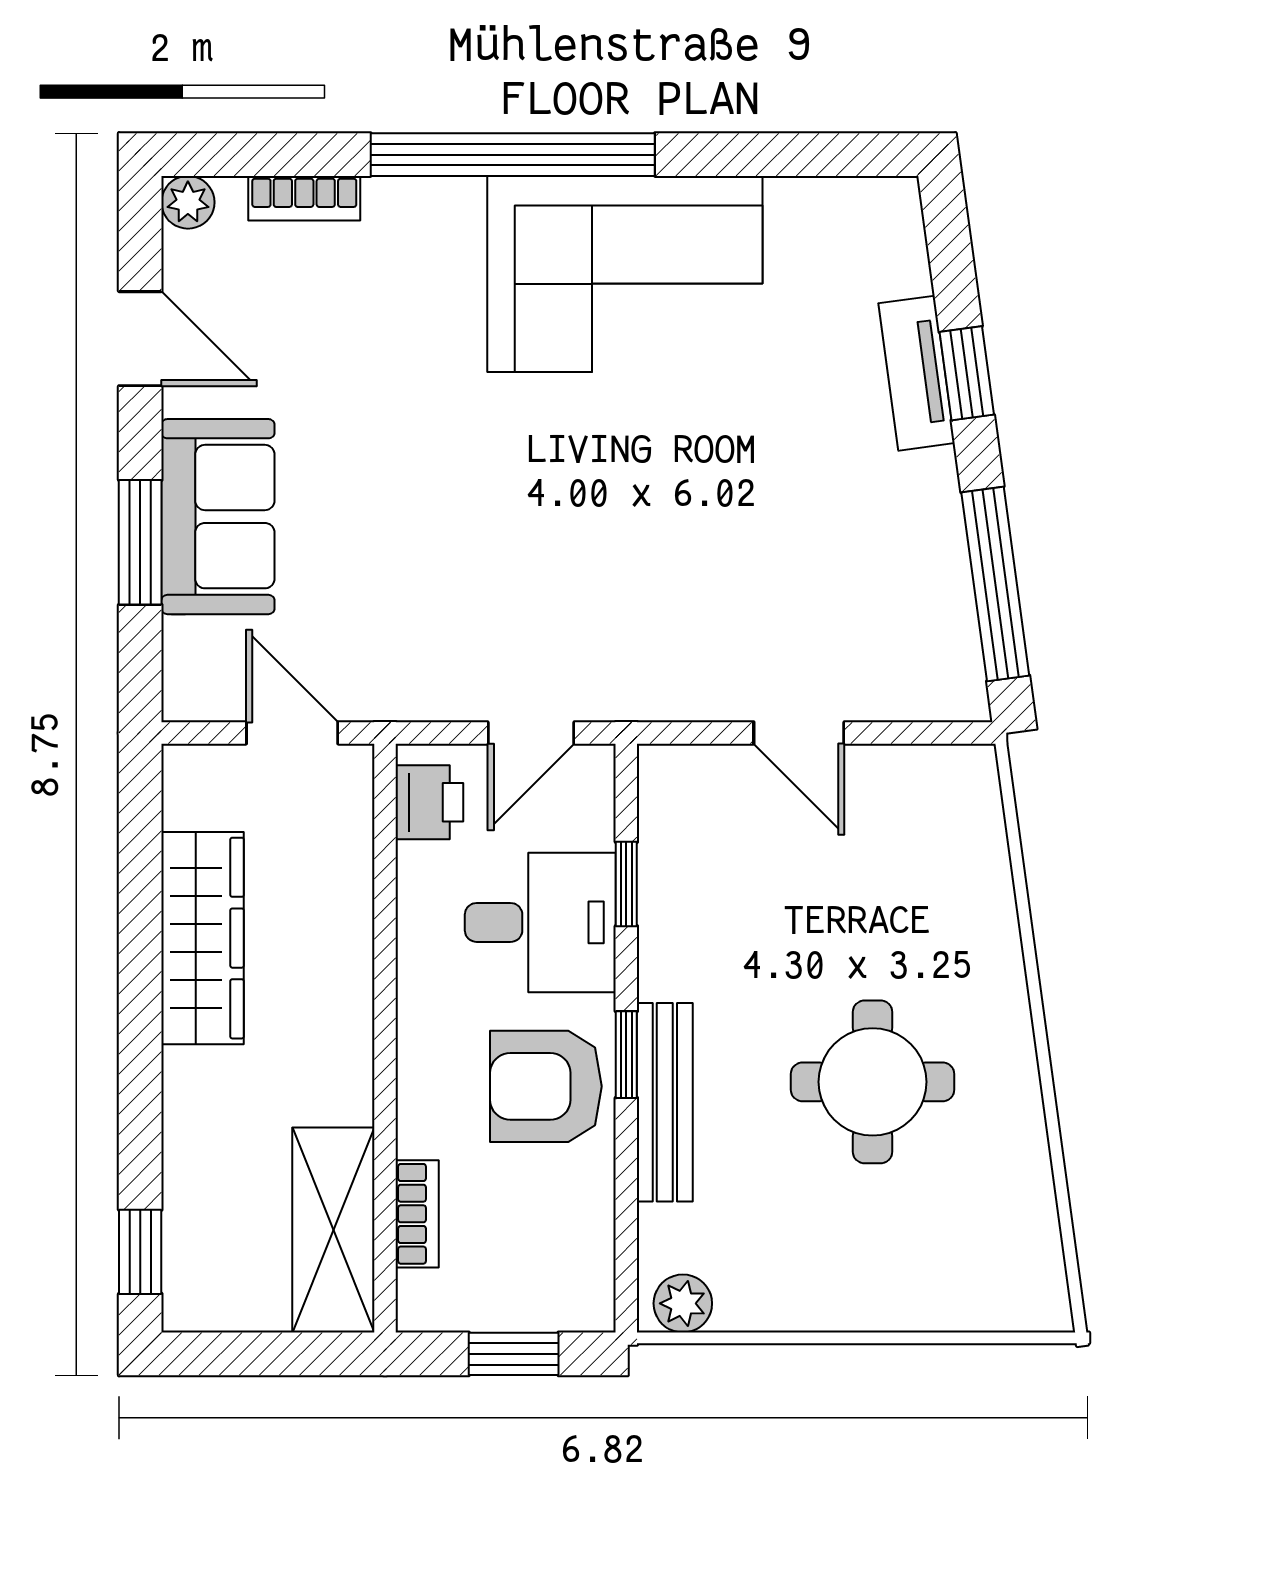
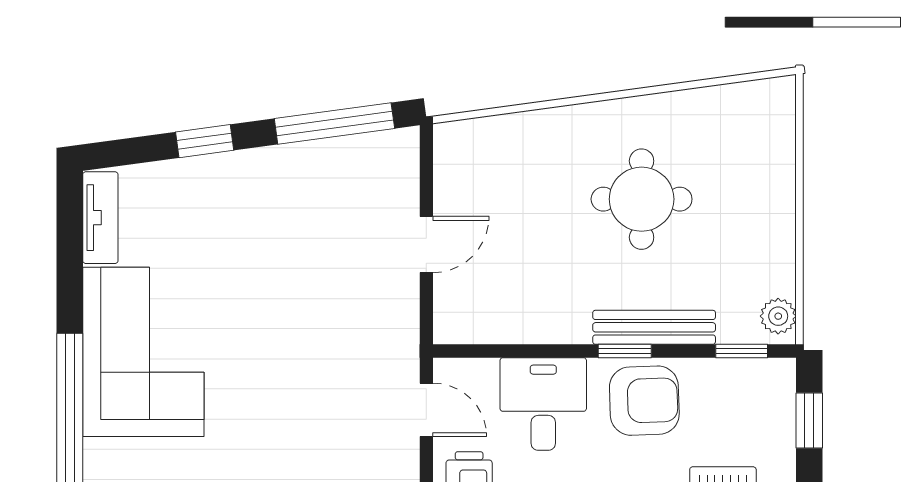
tv unit: (917, 373) -> (100, 218), moved, turned -82
window: (626, 884) -> (742, 351), moved
armchair: (546, 1086) -> (644, 401), turned -92

